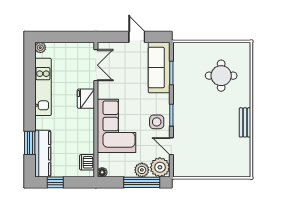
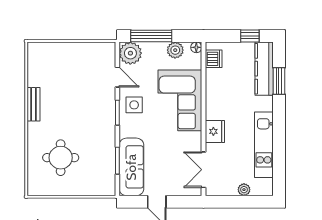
plant: (40, 48) -> (244, 190), moved
plant: (142, 170) -> (175, 50), moved

